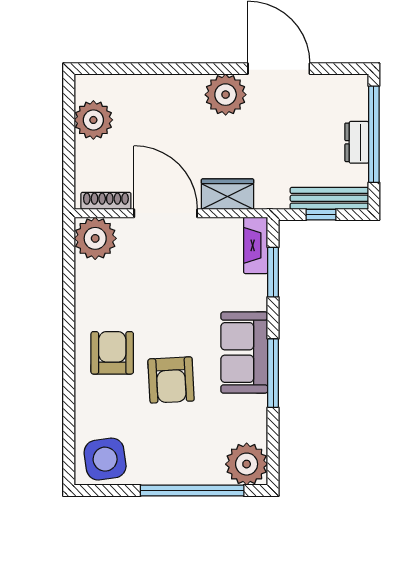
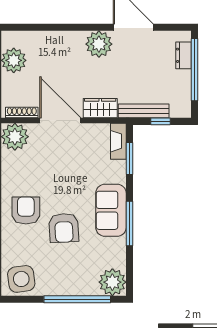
dresser: (357, 142) -> (183, 55), moved
bench: (329, 198) -> (144, 111), moved

